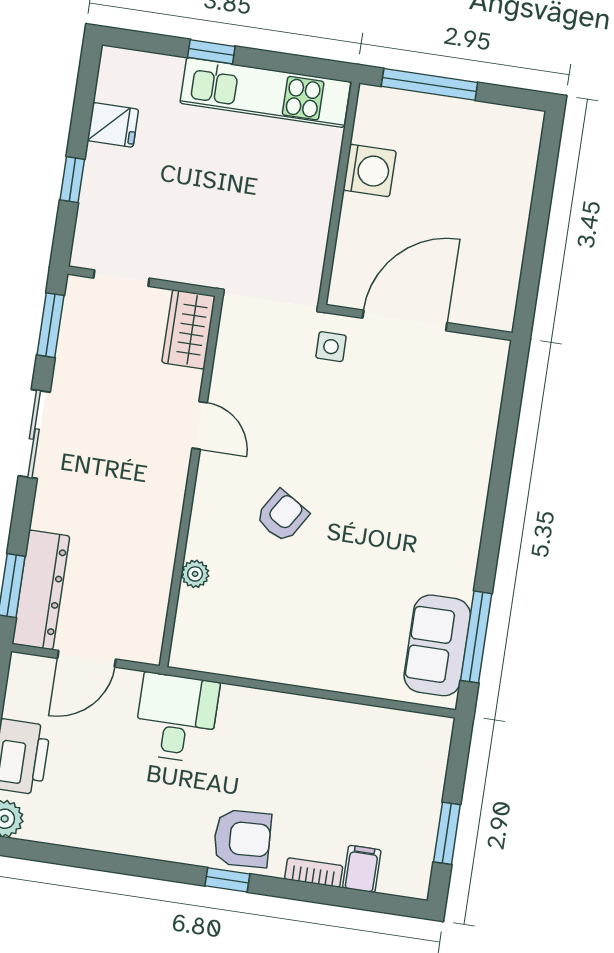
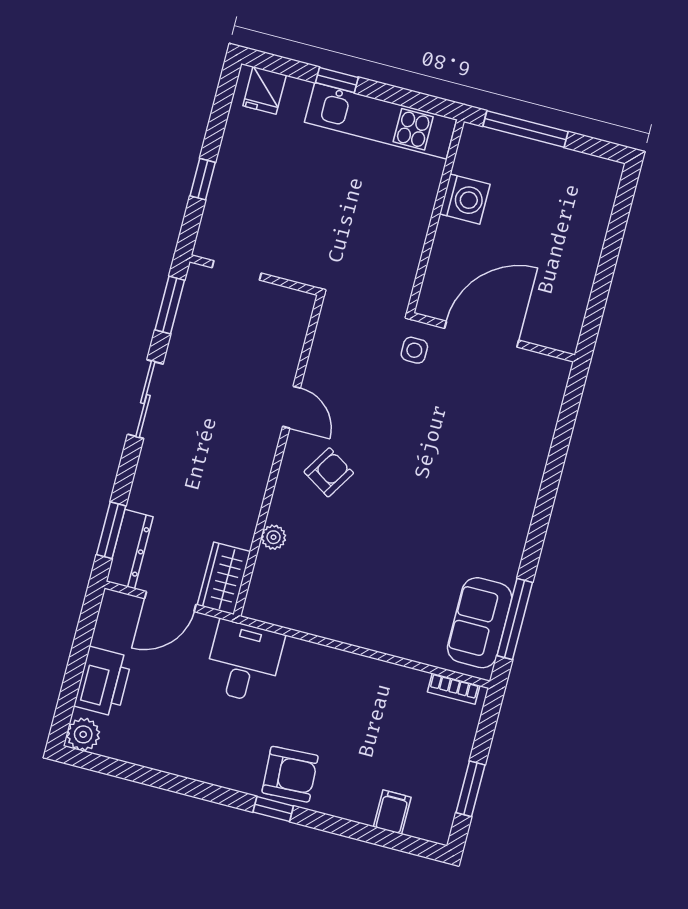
fridge: (113, 125) -> (265, 90), moved, turned 90
wardrobe: (189, 329) -> (224, 578), moved
armchair: (282, 516) -> (329, 472), moved
dresser: (41, 590) -> (130, 549), width x0.73, depth x0.80
bookcase: (314, 873) -> (454, 689), moved, turned 180

